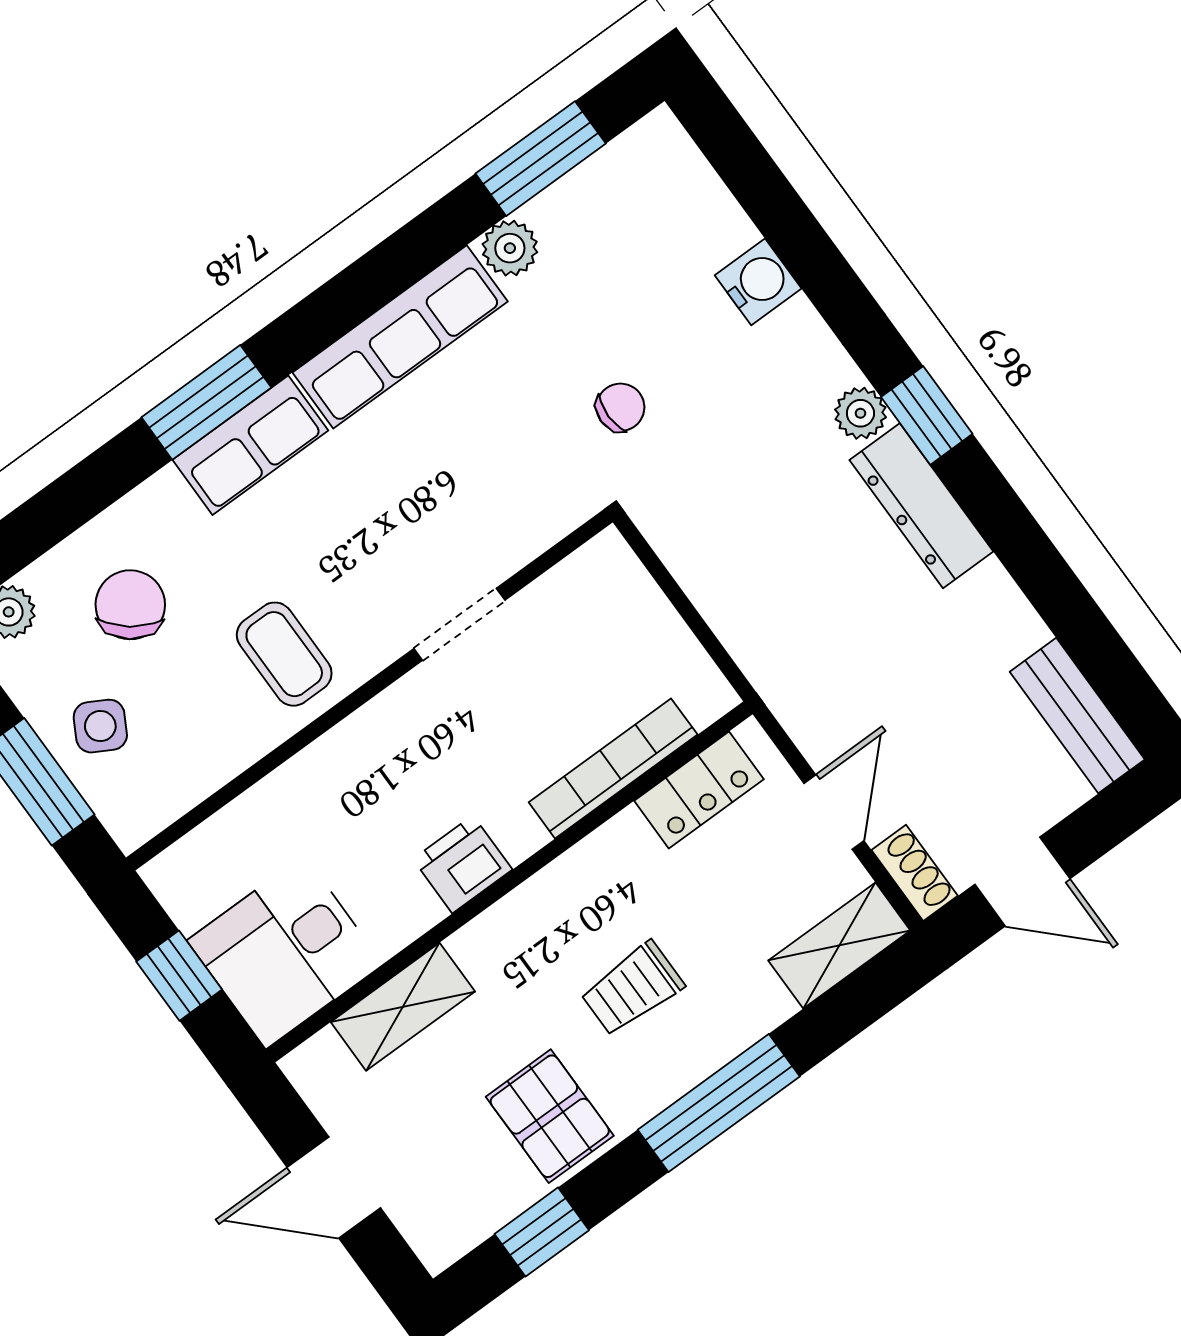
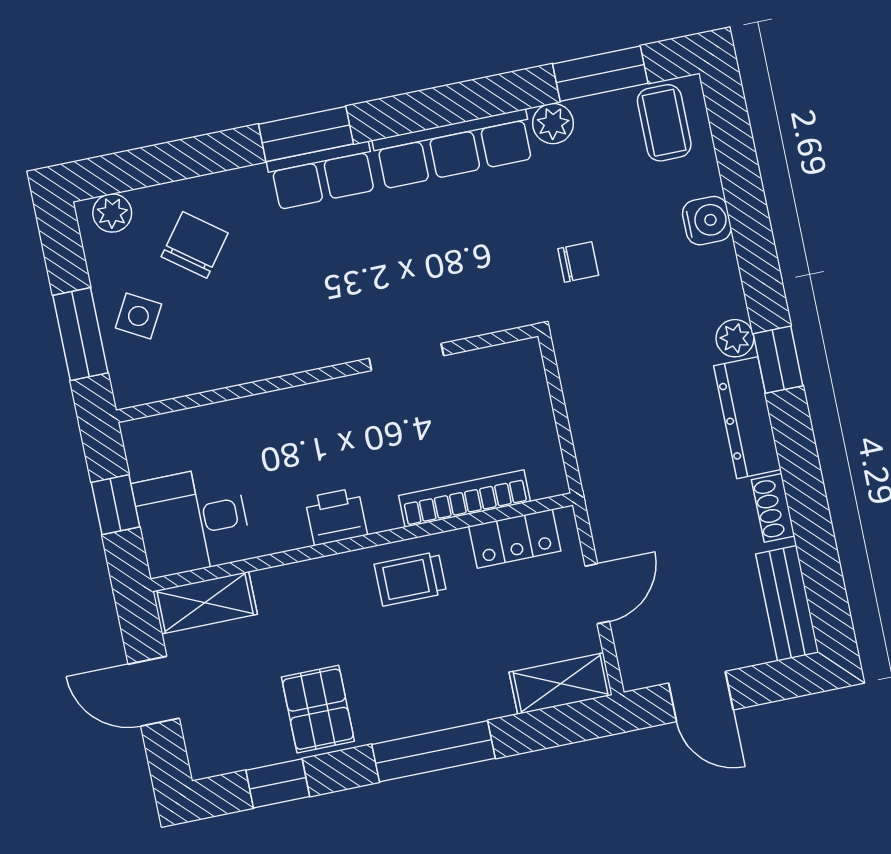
coffee table: (284, 654) -> (664, 123), moved
shoe rack: (915, 873) -> (773, 508), moved, turned 180
trolley: (632, 989) -> (410, 579), moved
shelving: (403, 1007) -> (205, 603), moved

